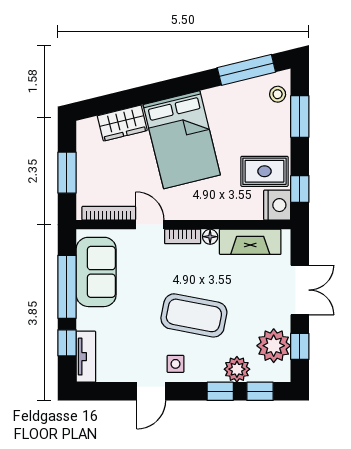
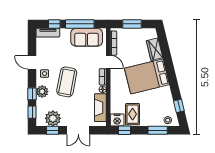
window: (246, 70) -> (179, 106), width x0.46
door: (150, 225) -> (108, 62), hinge flipped
plant: (237, 369) -> (42, 92), moved

